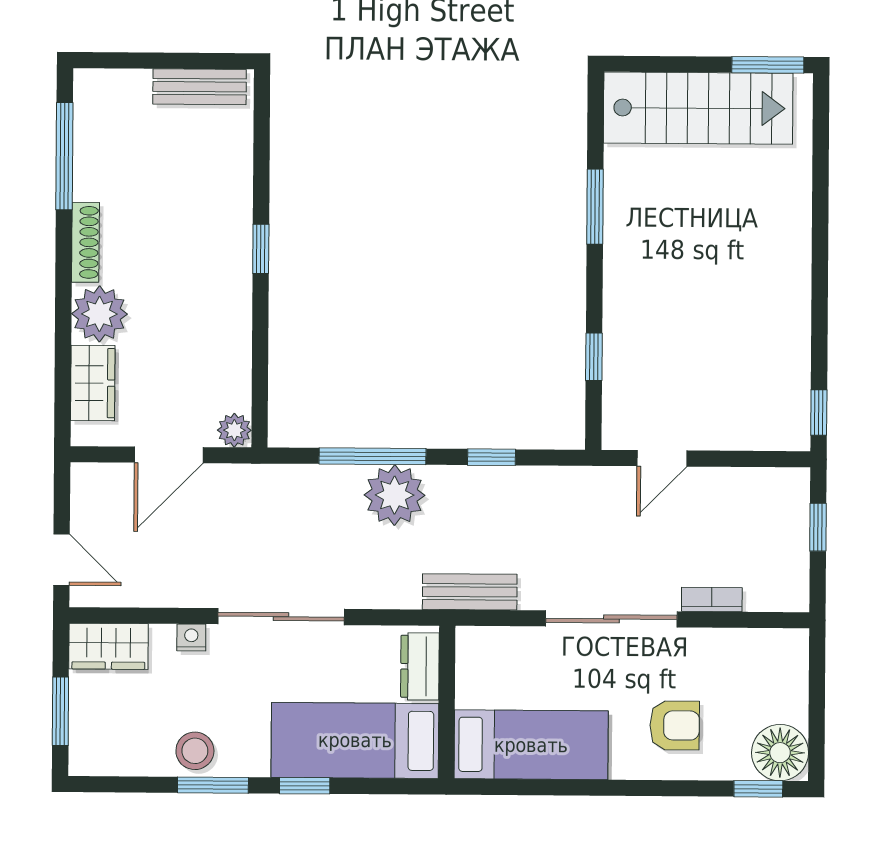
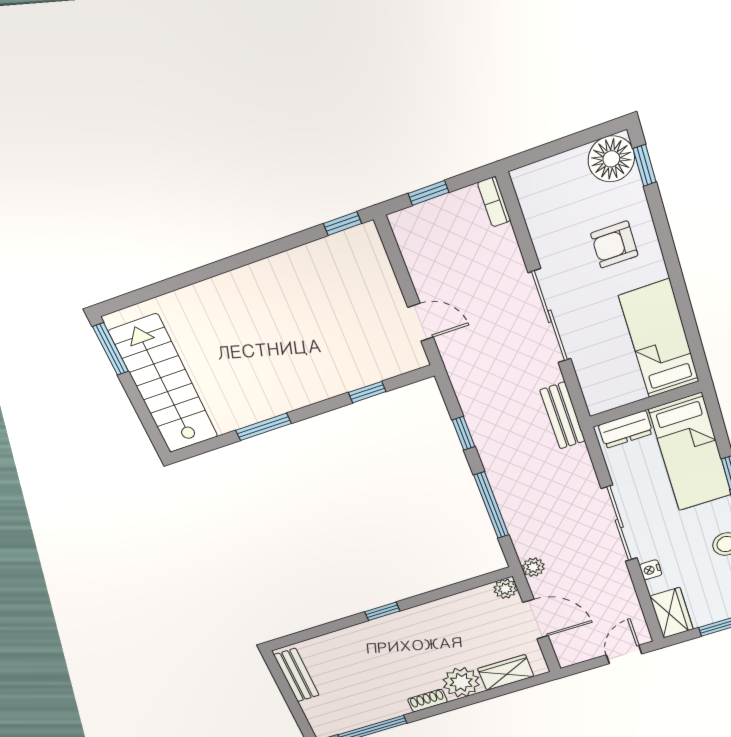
shoe rack: (85, 242) -> (427, 701), width x0.70
plant: (395, 495) -> (533, 567), moved, width x0.53, depth x0.53
bookcase: (712, 599) -> (494, 202), moved
armchair: (675, 725) -> (614, 245), turned -90

